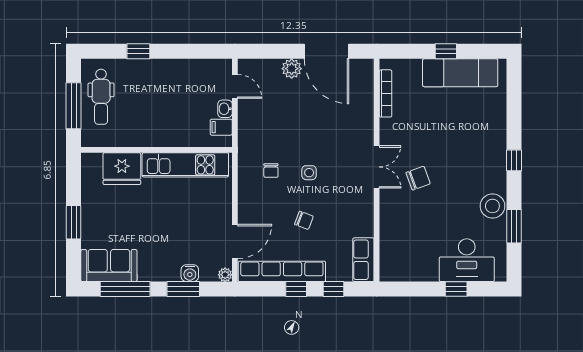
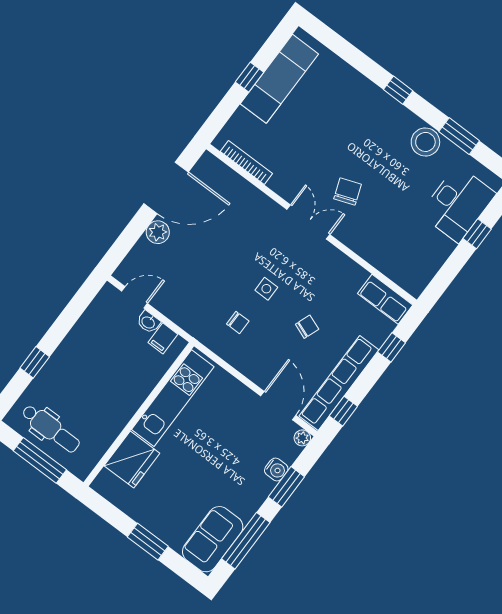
window: (296, 289) -> (343, 411), moved

